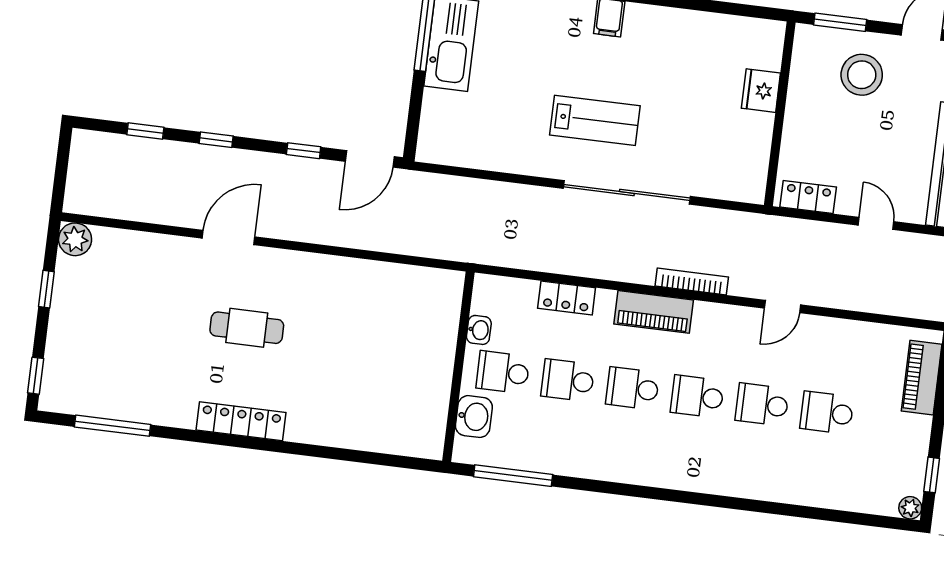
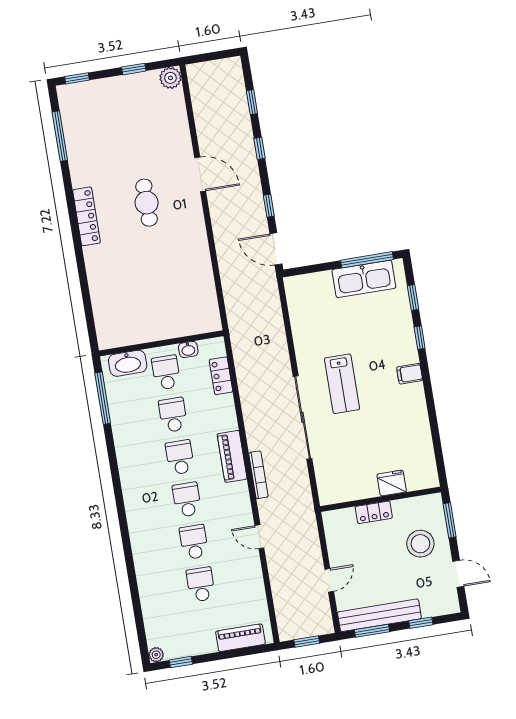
locker: (808, 197) -> (374, 512), moved, turned 90
locker: (567, 298) -> (221, 376), moved
washbasin: (474, 417) -> (128, 363), width x1.38

